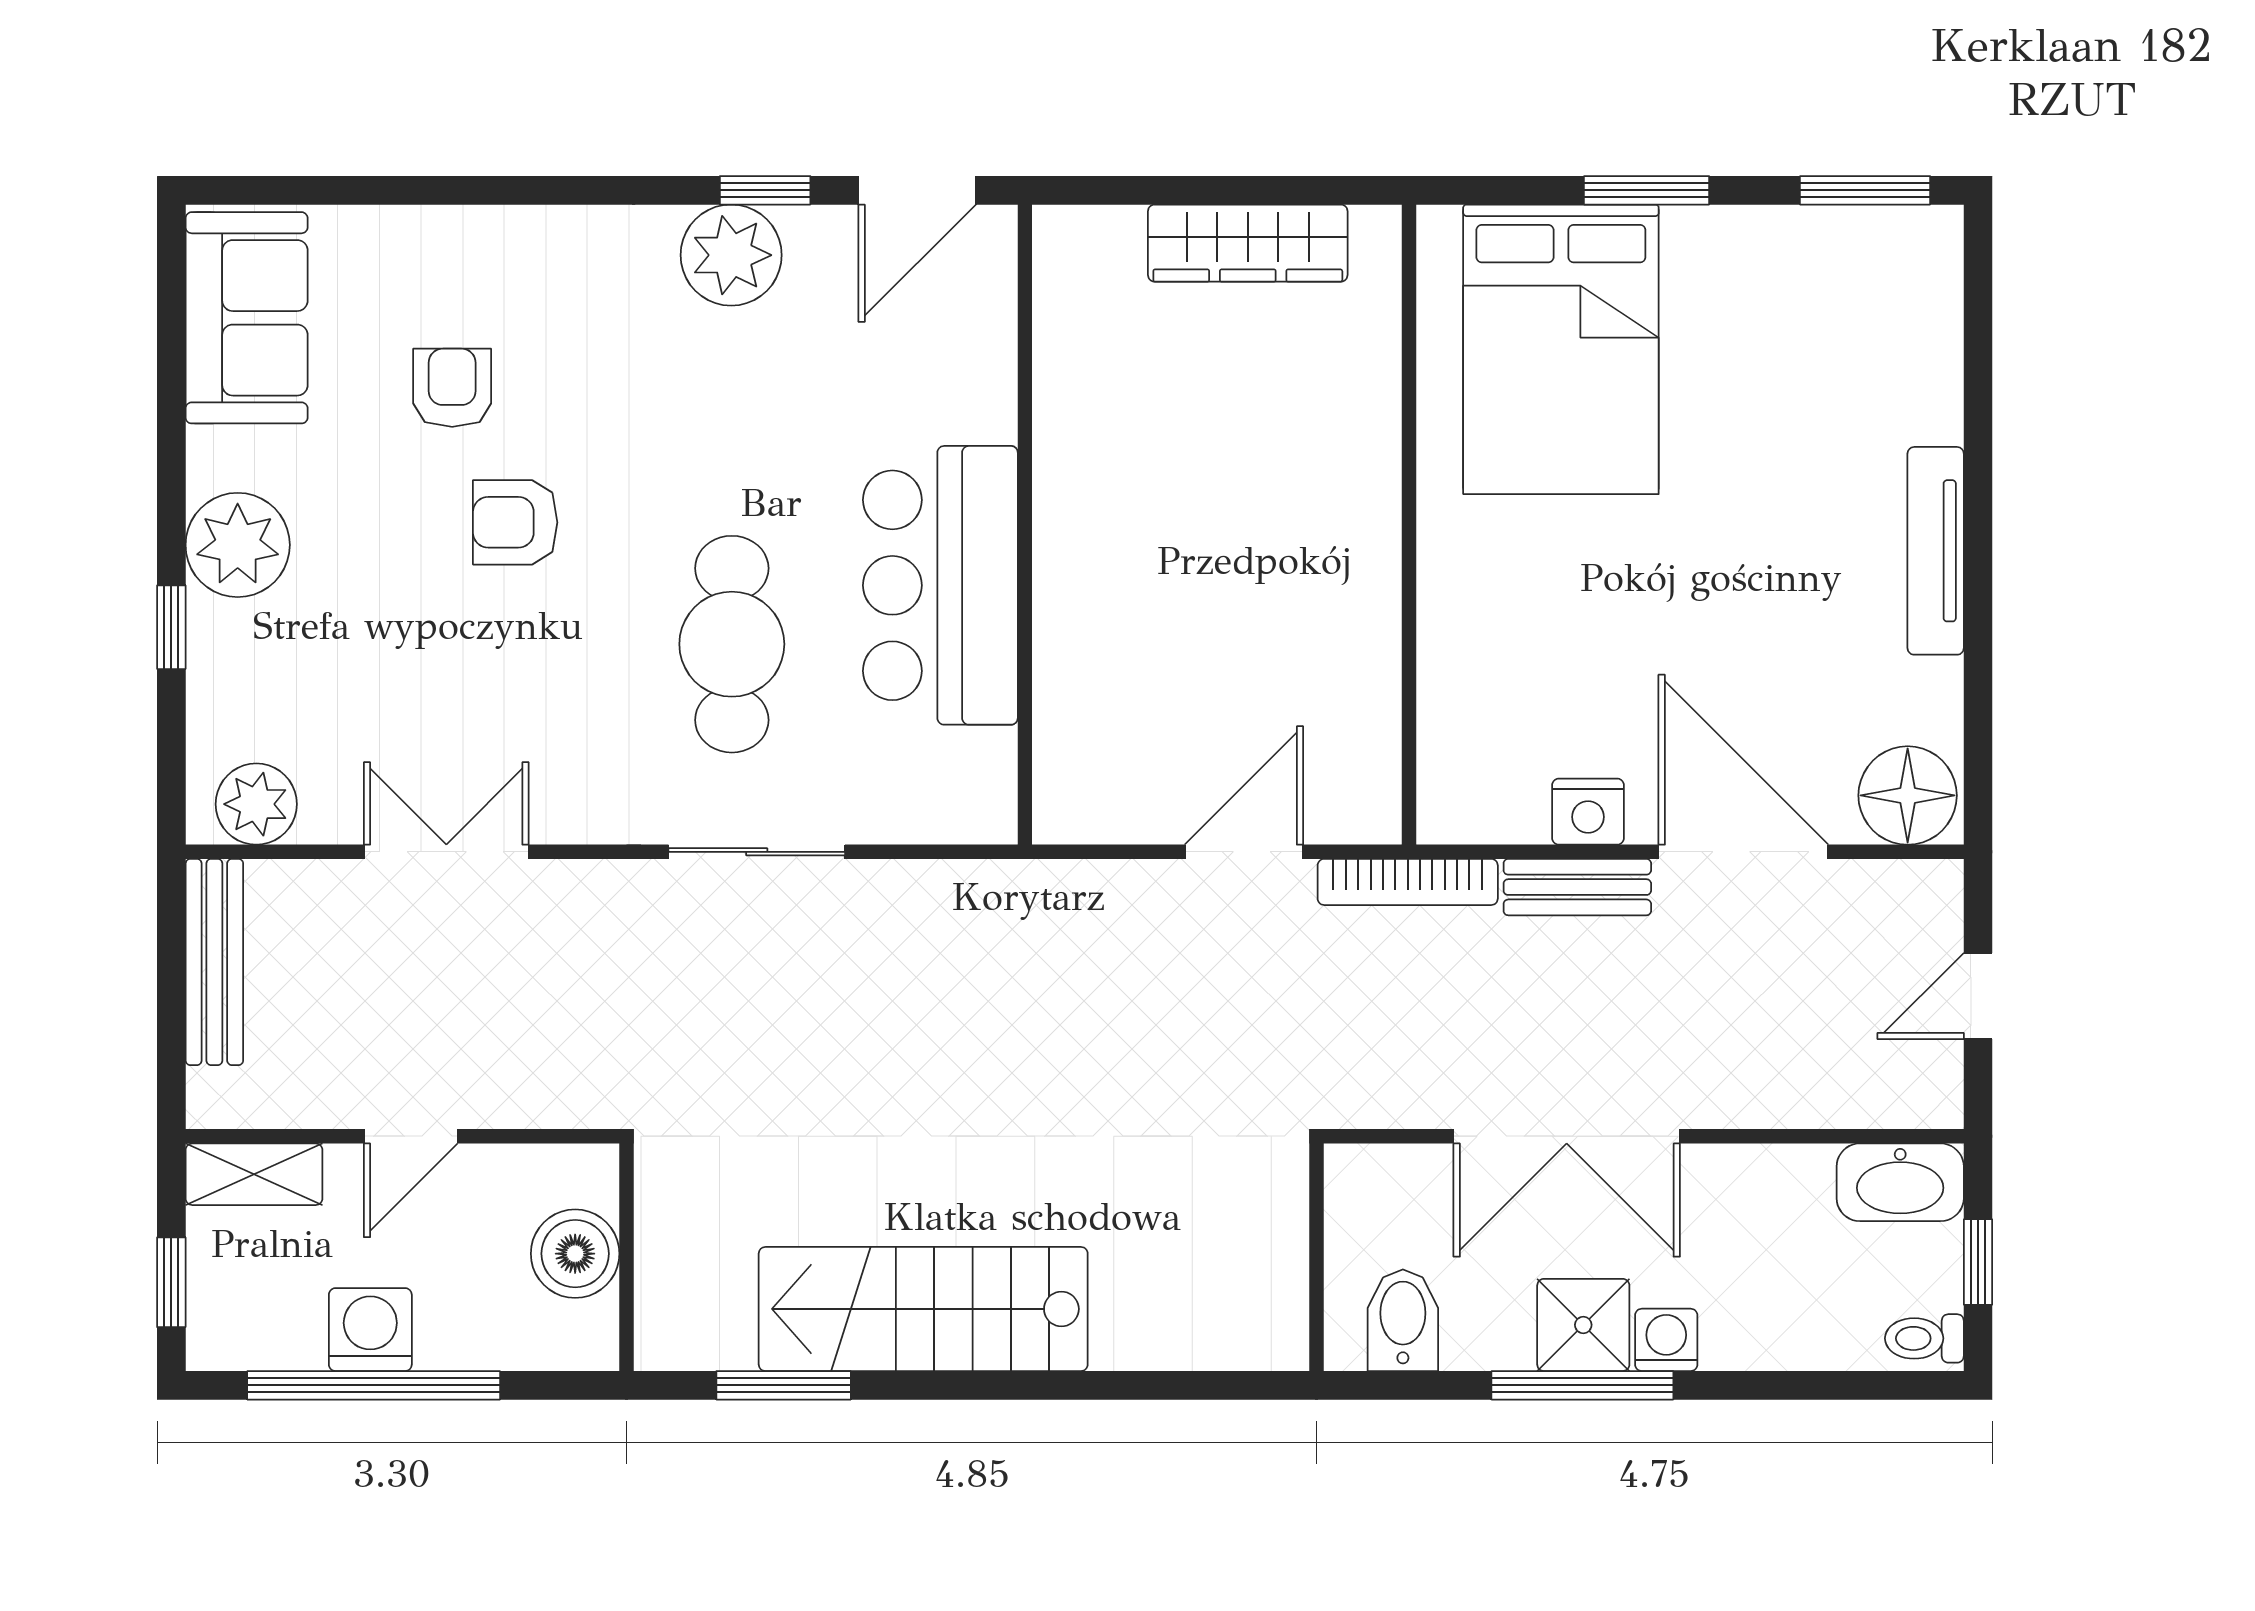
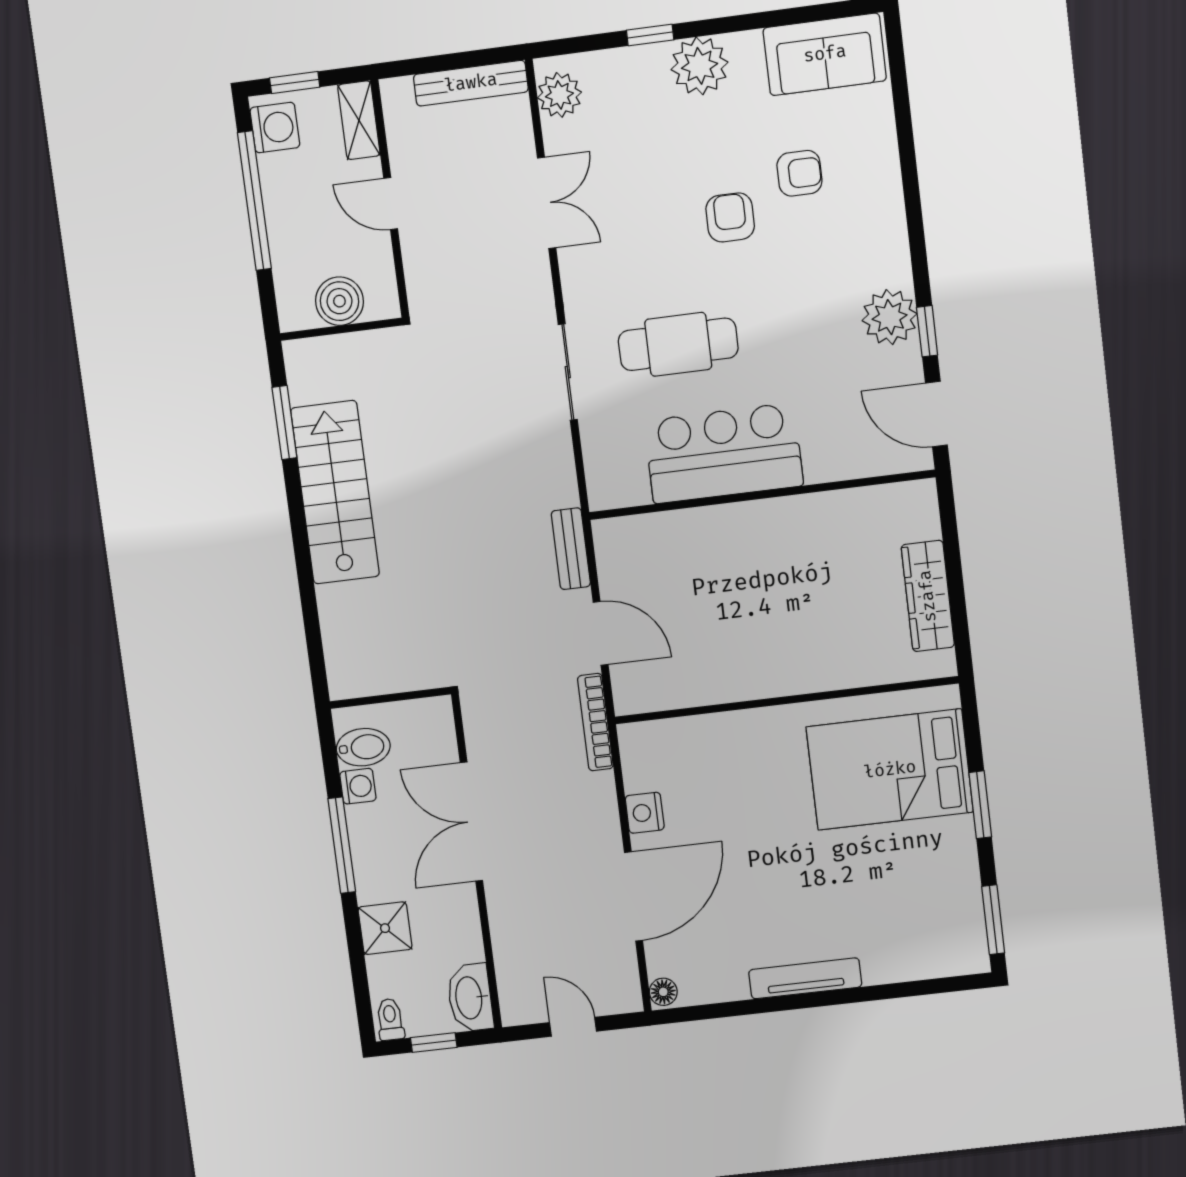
floor lamp: (1908, 795) -> (663, 992), width x0.53, depth x0.53
bench: (1577, 887) -> (571, 549), moved
shower: (1583, 1325) -> (385, 928), moved
washing machine: (370, 1330) -> (275, 128), moved
washing machine: (1666, 1340) -> (358, 786), moved

